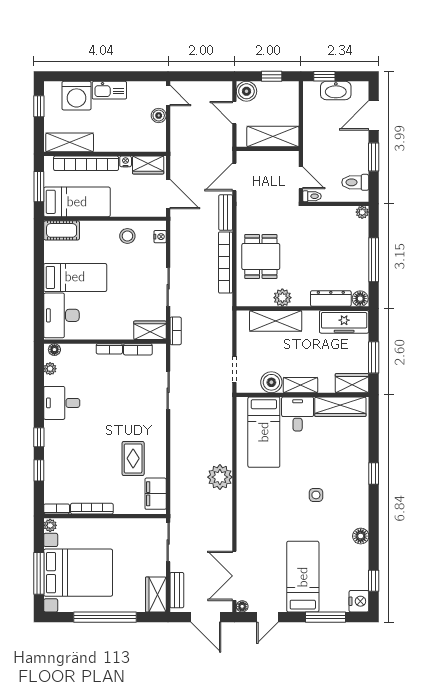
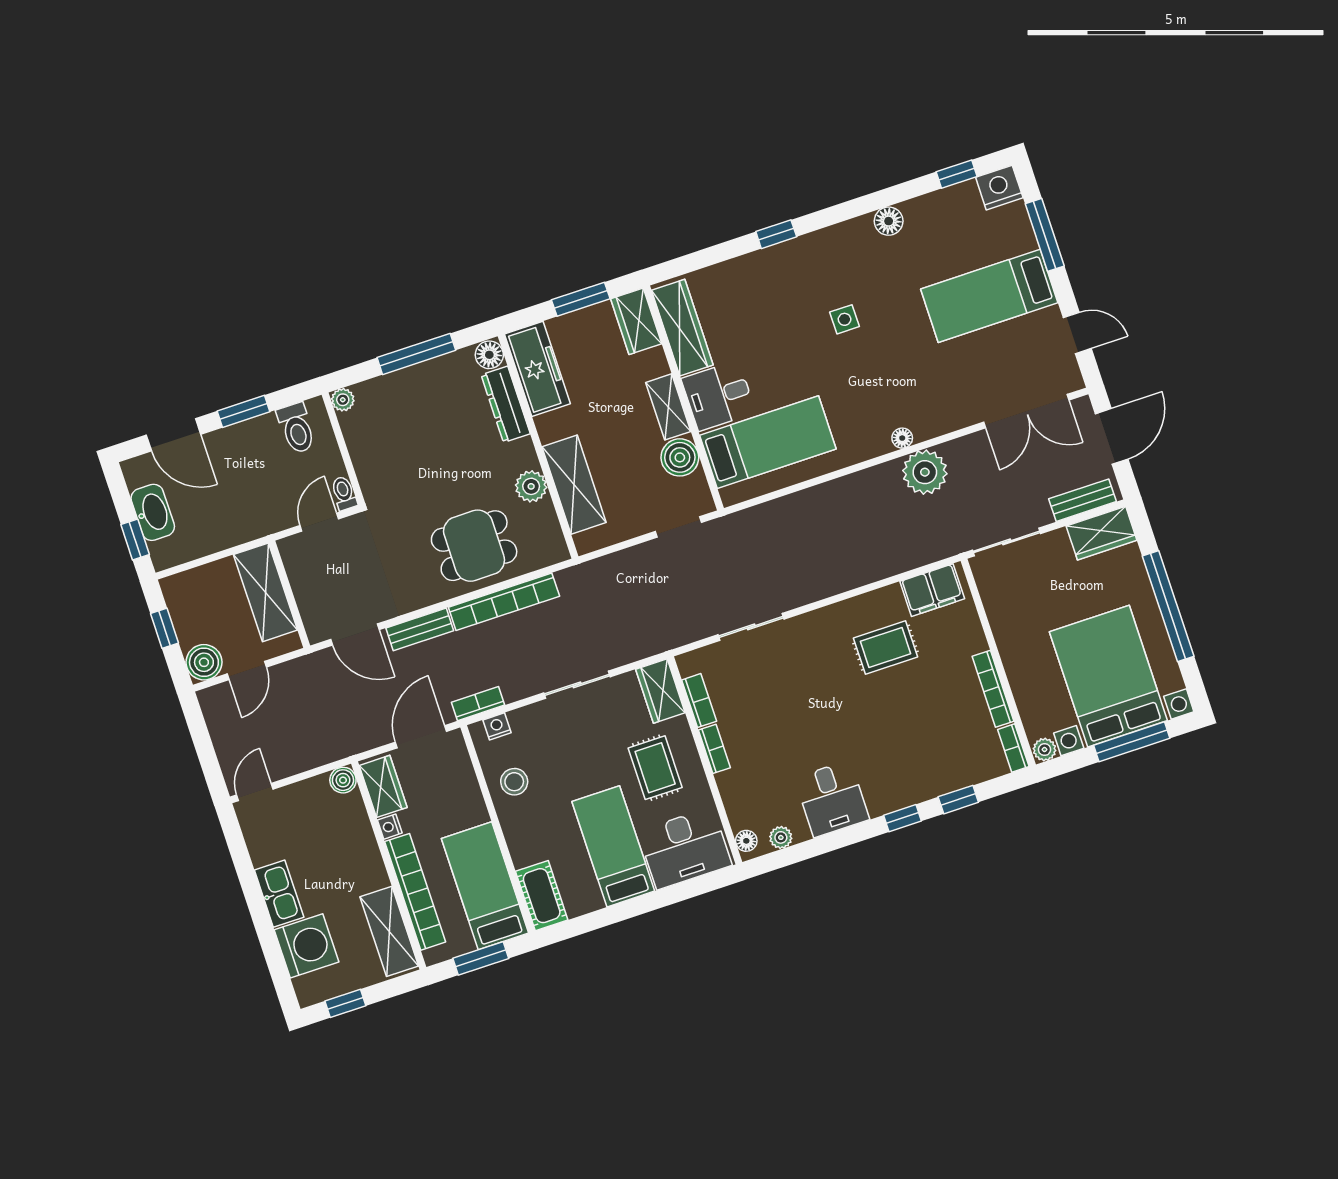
boiler: (159, 116) -> (343, 780), moved
rug: (110, 314) -> (655, 768), added
bookcase: (176, 331) -> (478, 704), moved
plant: (220, 477) -> (925, 472), moved
floor lamp: (242, 606) -> (902, 438), moved

